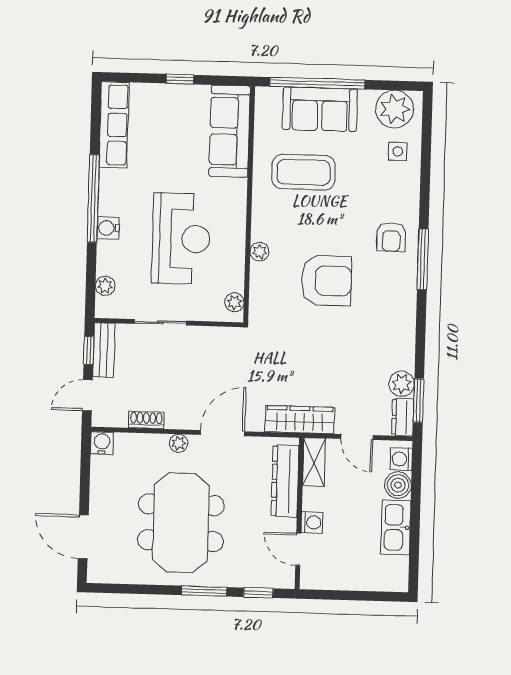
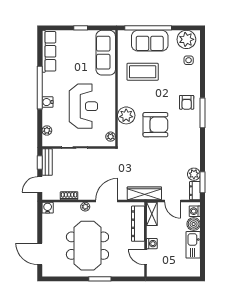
plant: (260, 252) -> (126, 115), width x1.88, depth x1.88
window: (258, 593) -> (127, 279), removed

